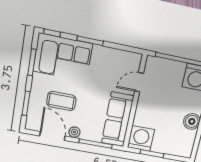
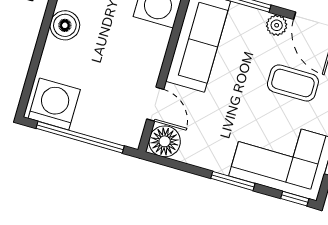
floor lamp: (132, 61) -> (165, 141), added
door: (139, 82) -> (155, 104), hinge flipped

